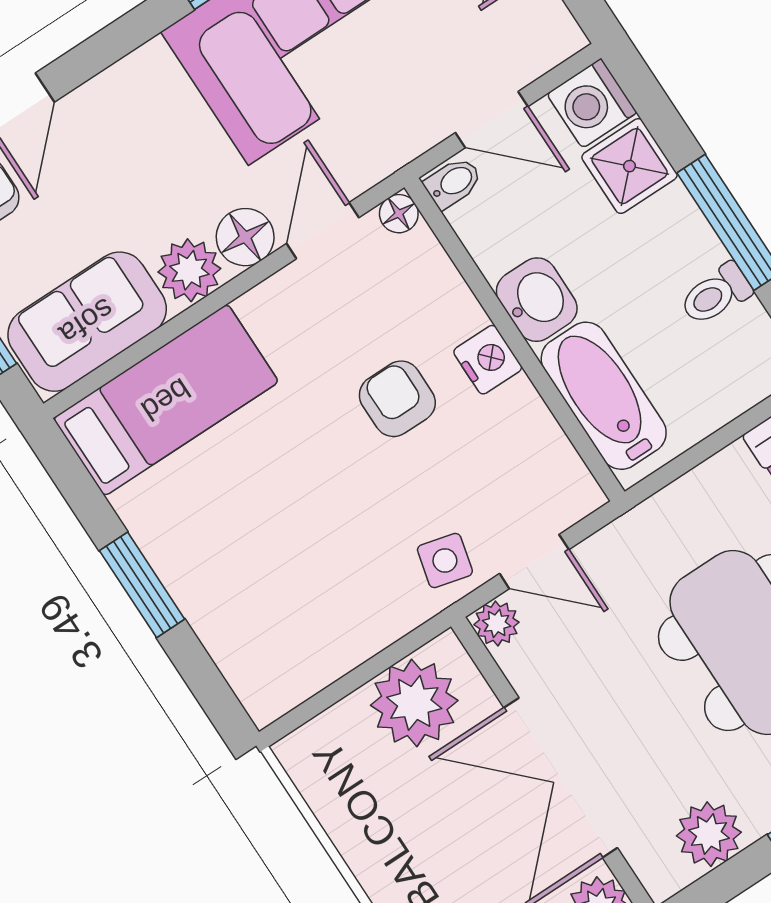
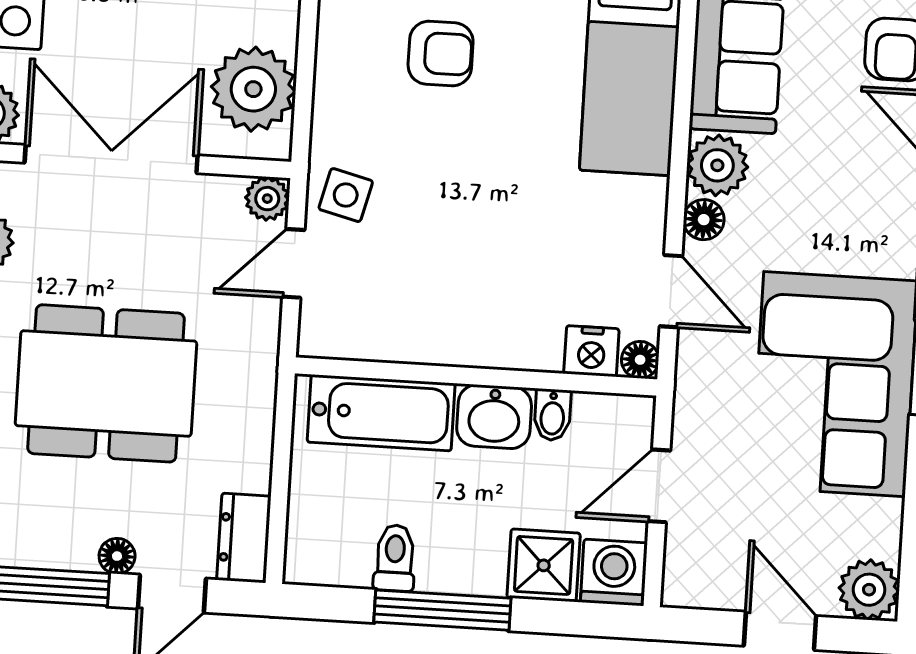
bidet: (453, 183) -> (552, 415), moved
floor lamp: (245, 237) -> (704, 220), width x0.73, depth x0.73
nightstand: (488, 360) -> (591, 351), moved
armchair: (397, 399) -> (441, 54), moved

